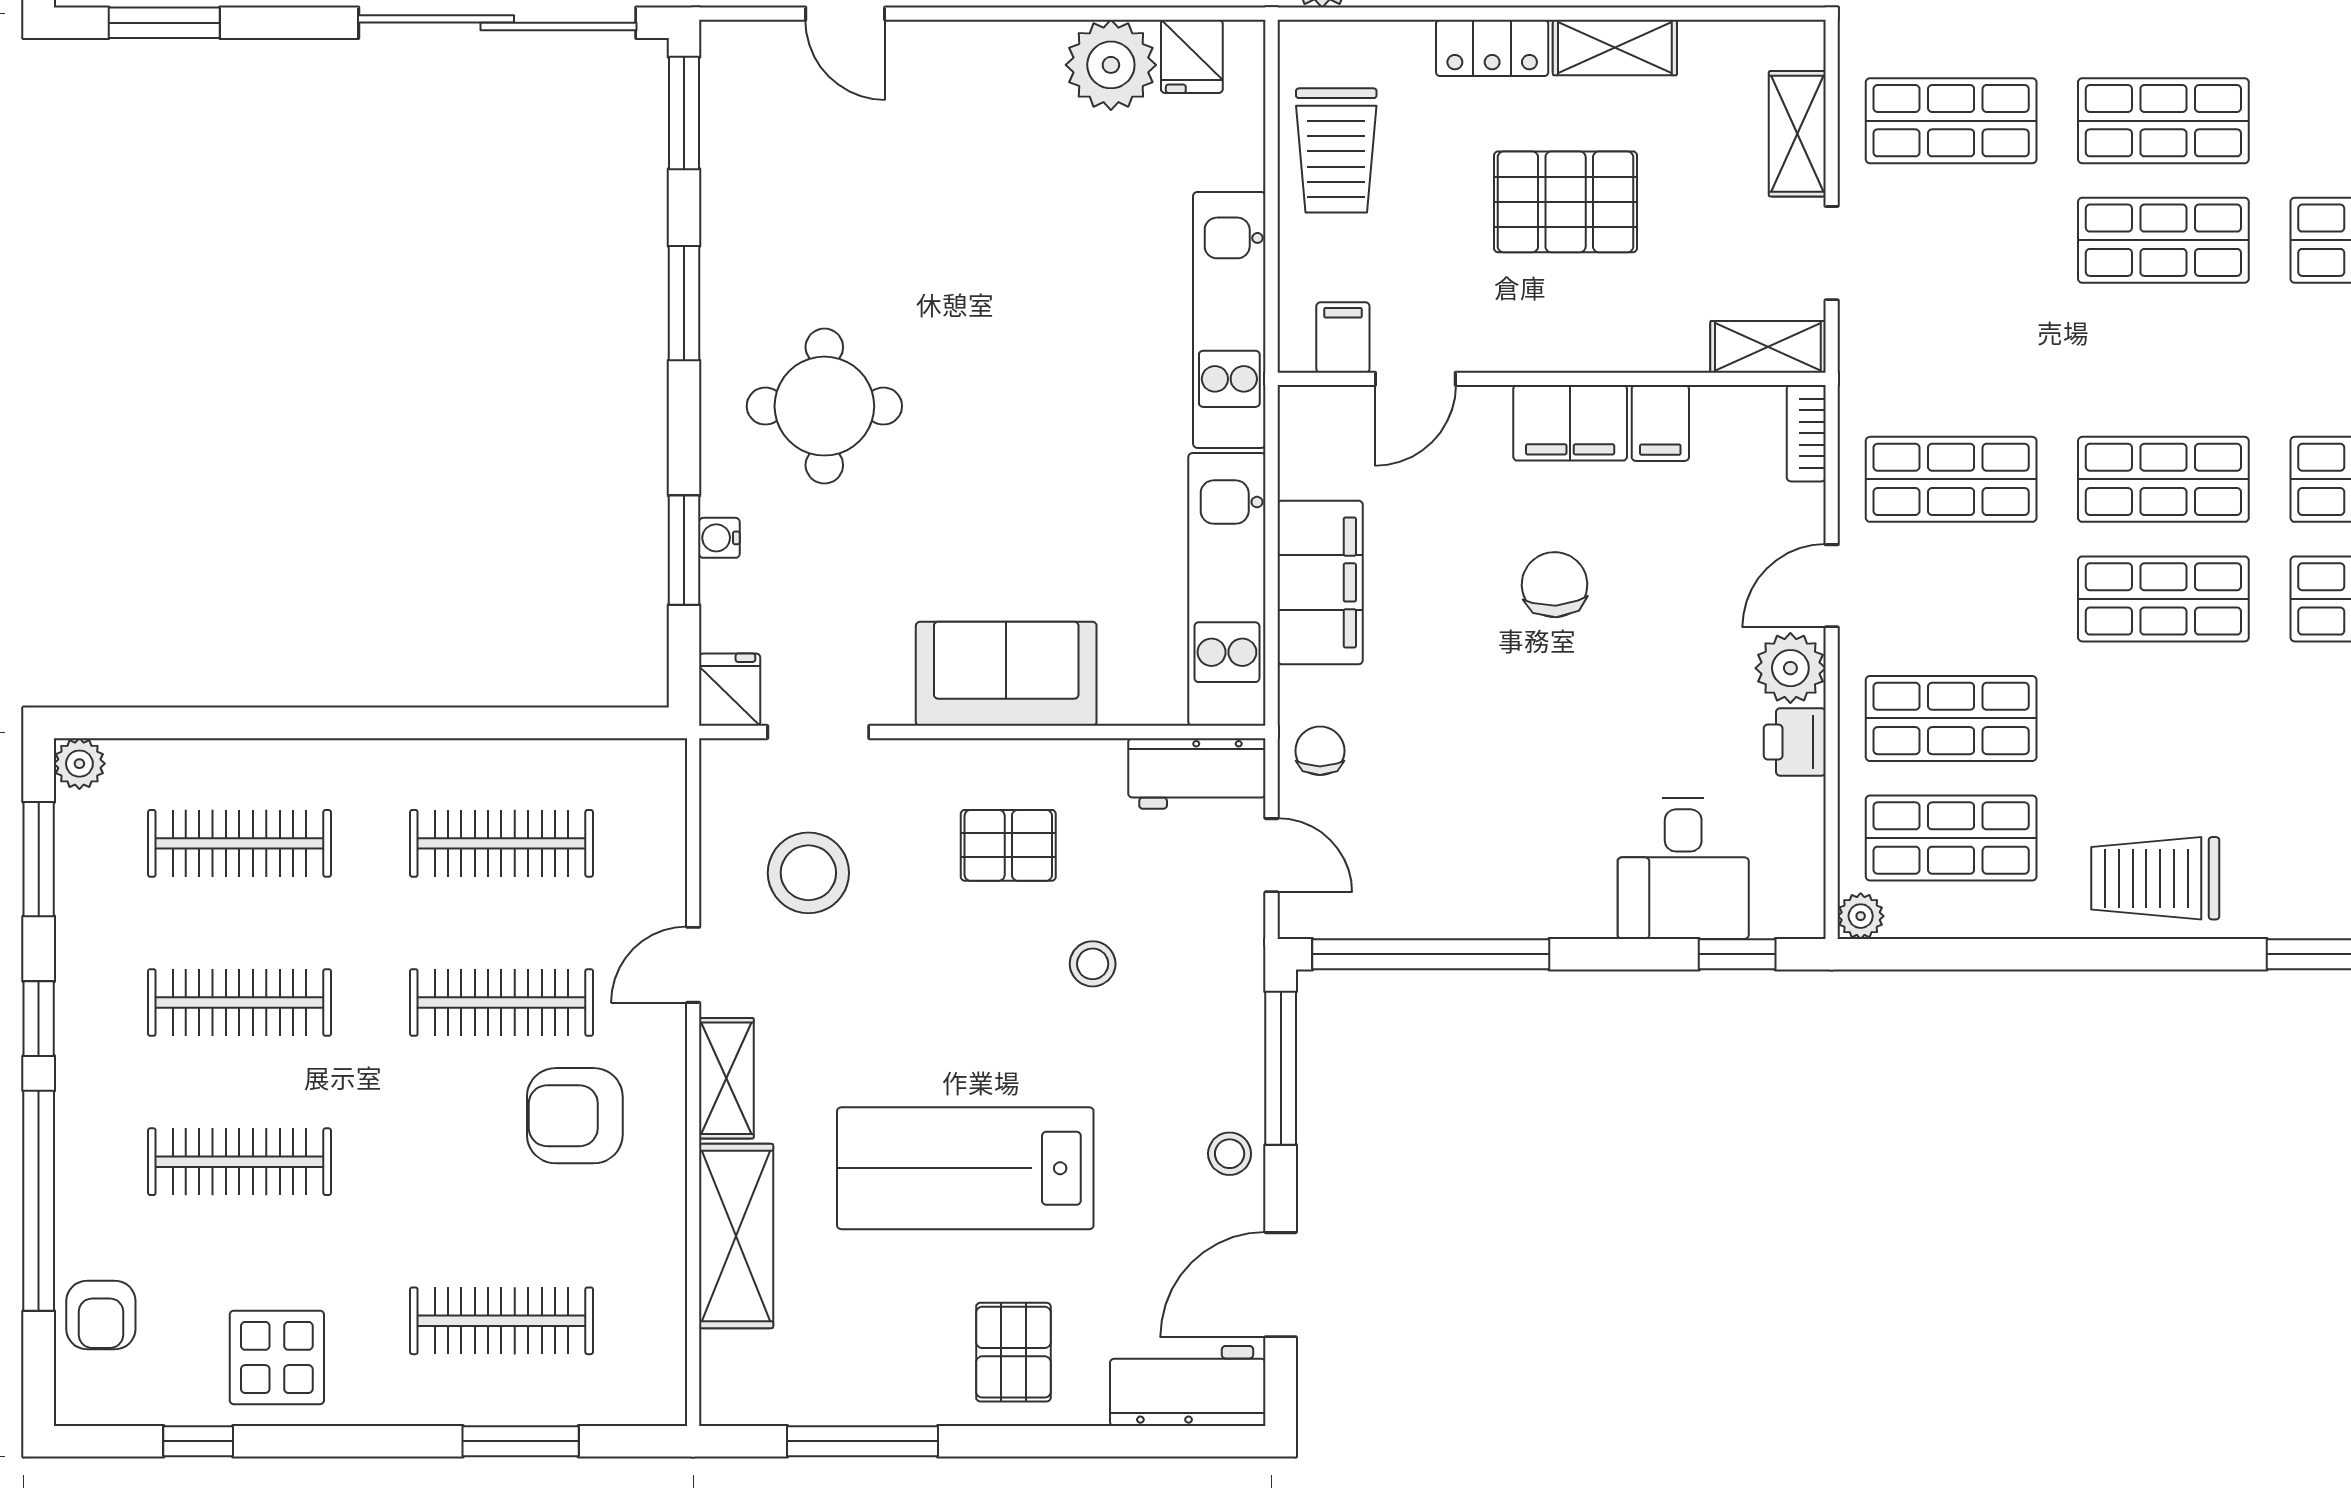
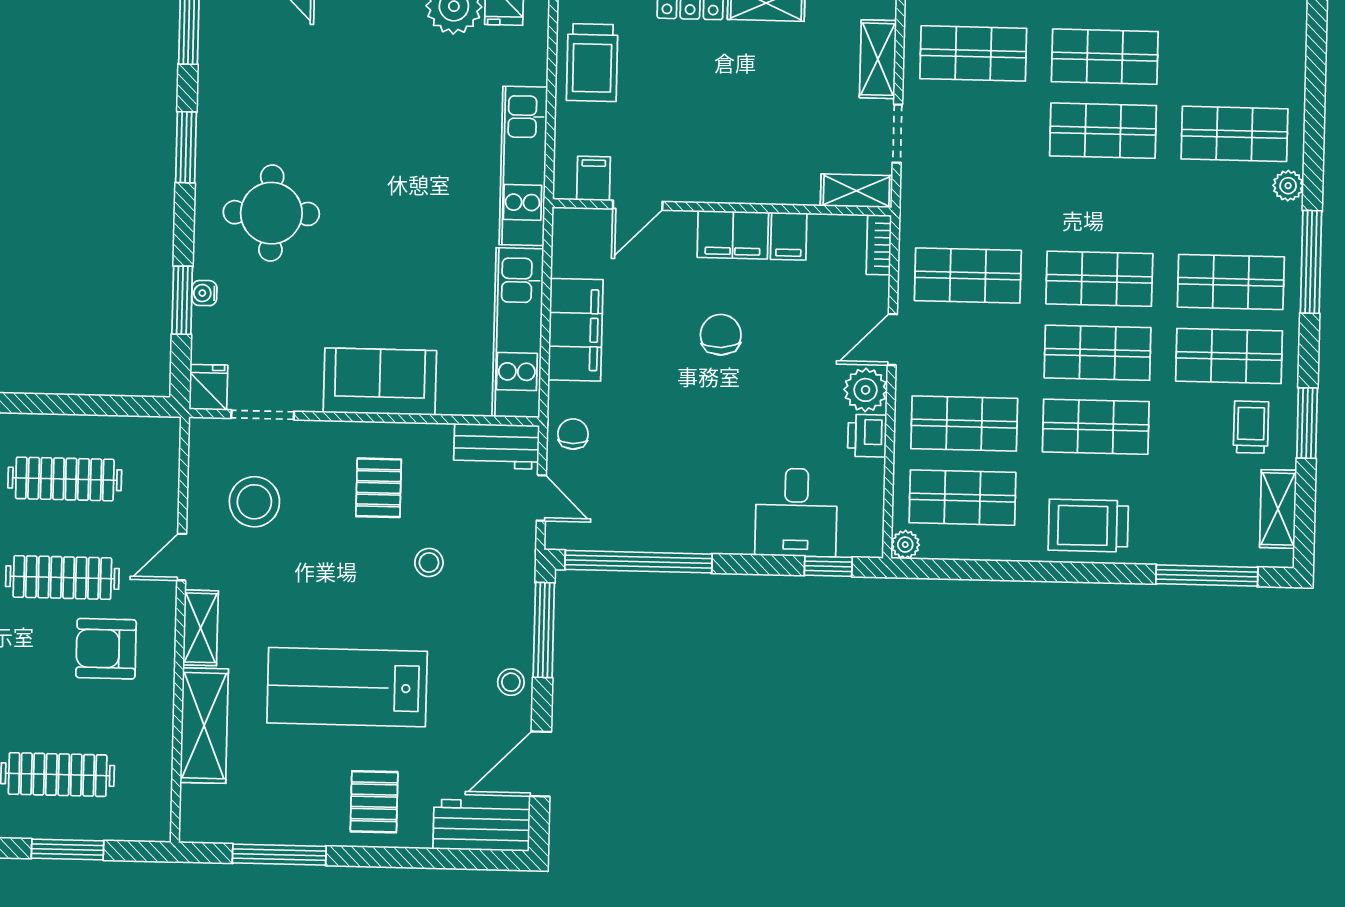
pallet: (1566, 202) -> (733, 98), removed
shop shelf: (2163, 718) -> (1096, 427), added
pallet: (1008, 845) -> (379, 488), turned 90

